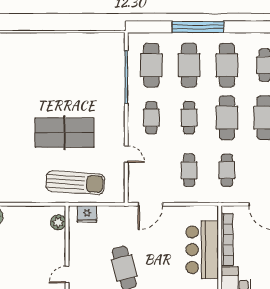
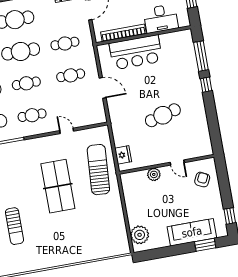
sun lounger: (28, 75) -> (15, 226), added
door: (126, 154) -> (67, 131), hinge flipped
door: (150, 204) -> (103, 88), moved
plant: (58, 222) -> (154, 174), moved

